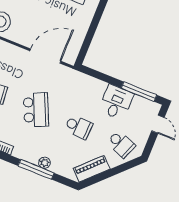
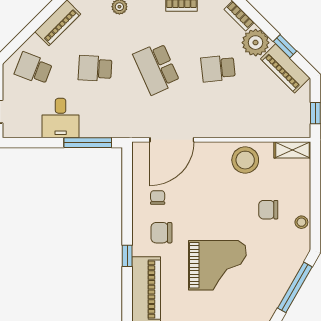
chair: (71, 20) -> (158, 197), added
window: (139, 92) -> (88, 143), moved

